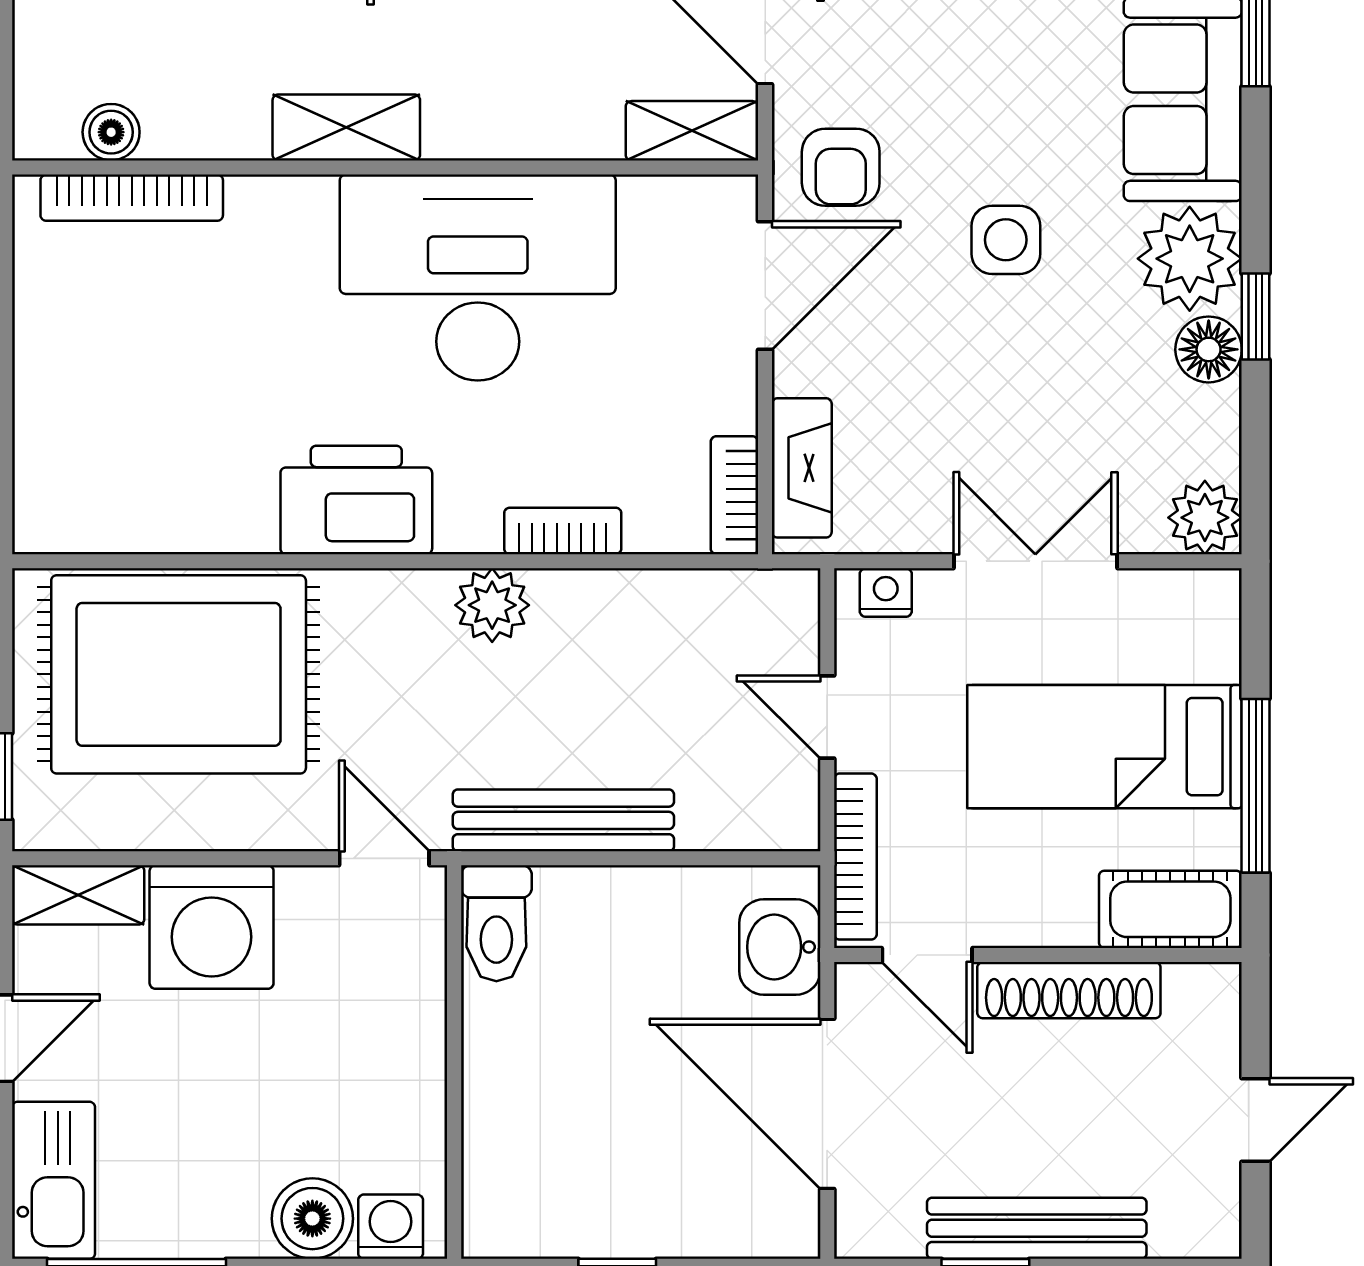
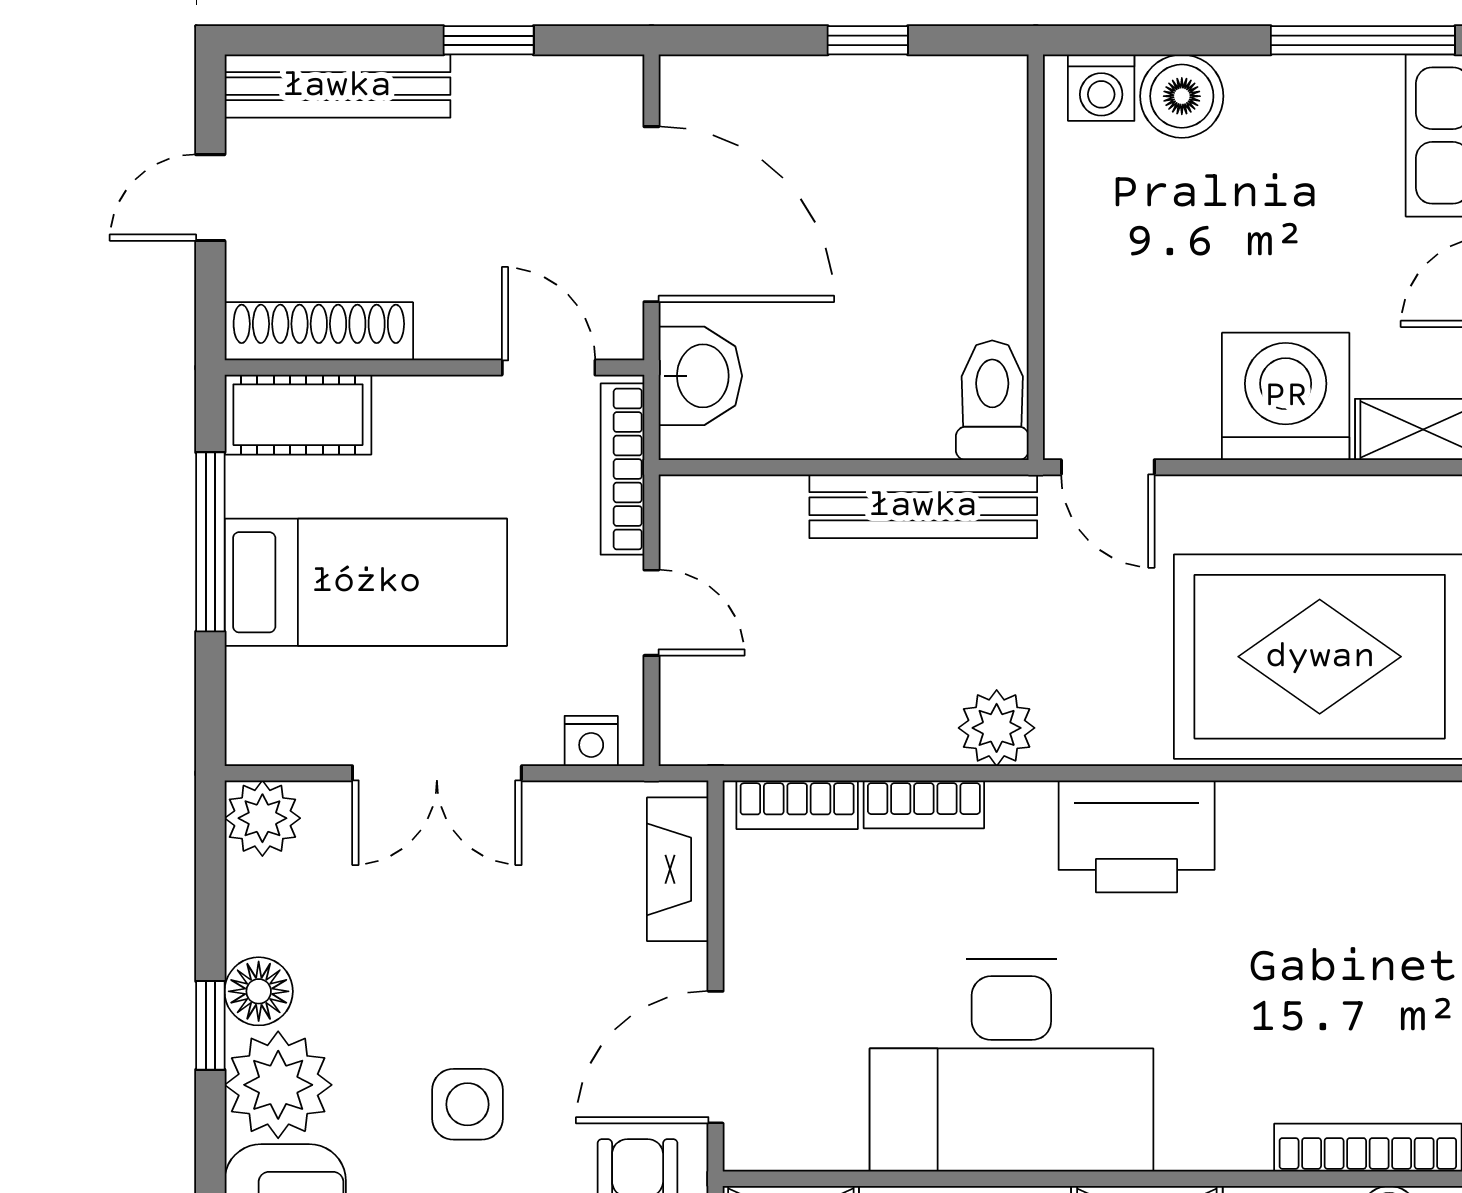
bookcase: (734, 495) -> (797, 805), moved, turned 90
shoe rack: (1069, 990) -> (319, 331), moved
bench: (1037, 1228) -> (337, 86), moved

